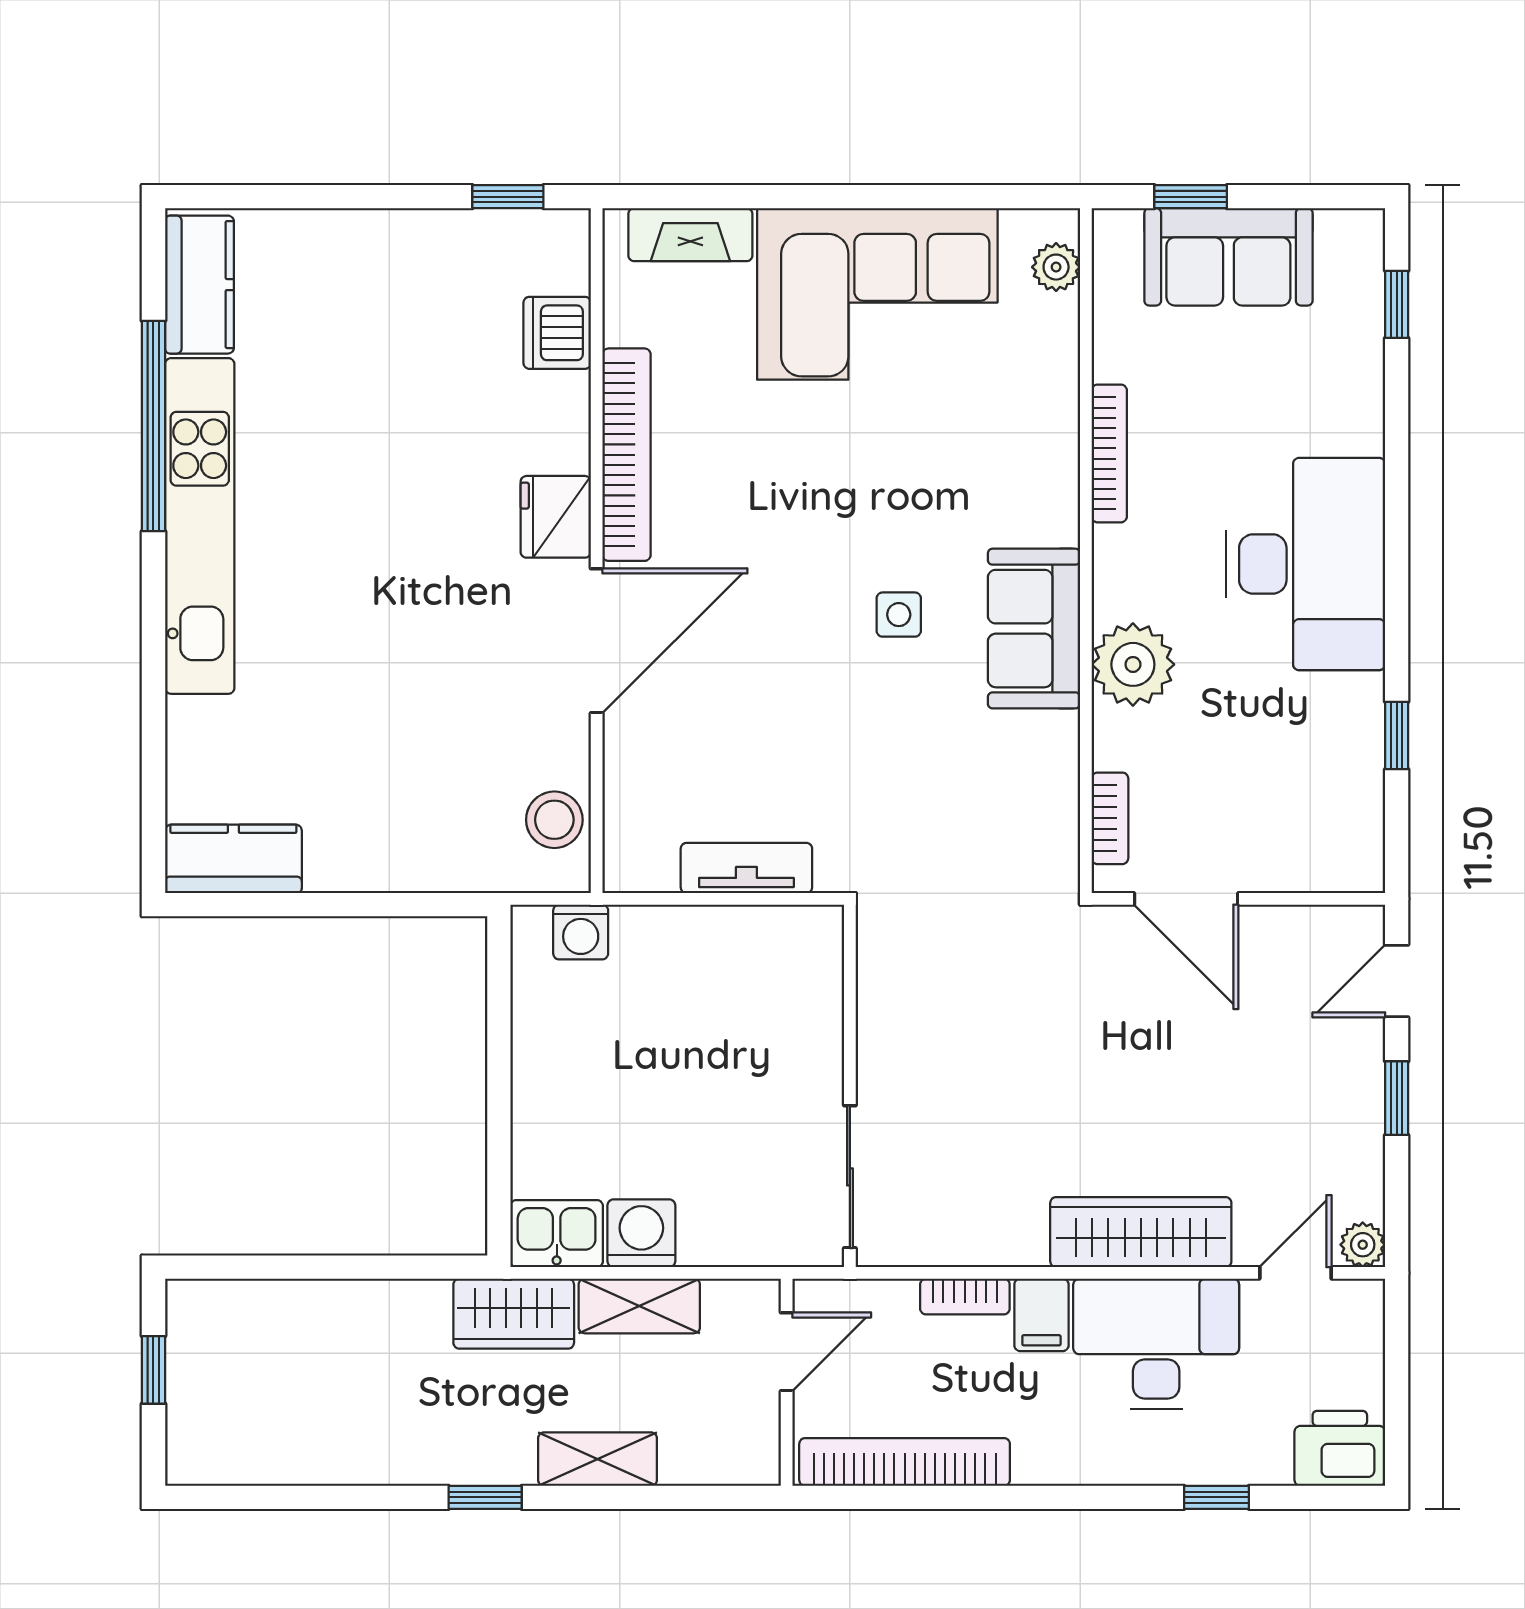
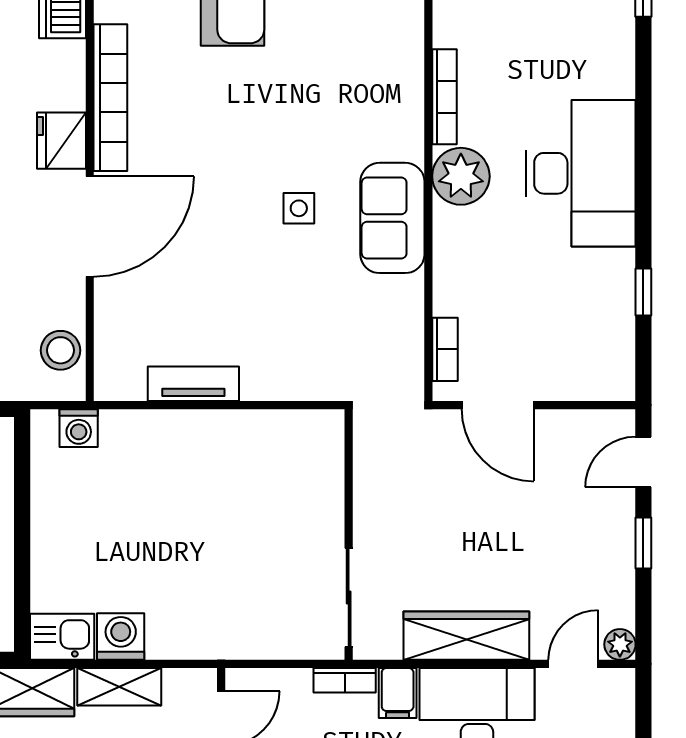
plant: (1133, 664) -> (461, 176), moved
wall: (850, 1086) -> (349, 534), moved
sliding door: (850, 1177) -> (349, 597), moved

